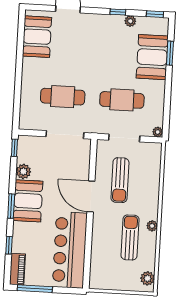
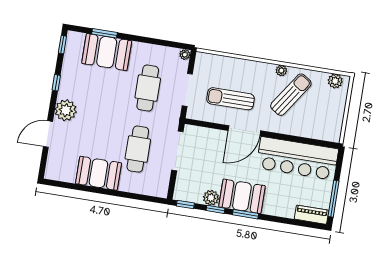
plant: (130, 21) -> (66, 110), moved, width x1.88, depth x1.88
booth: (37, 37) -> (98, 173), moved
sun lounger: (120, 180) -> (231, 99), turned 180
sun lounger: (130, 237) -> (291, 95), turned 124
window: (9, 245) -> (215, 209), moved

